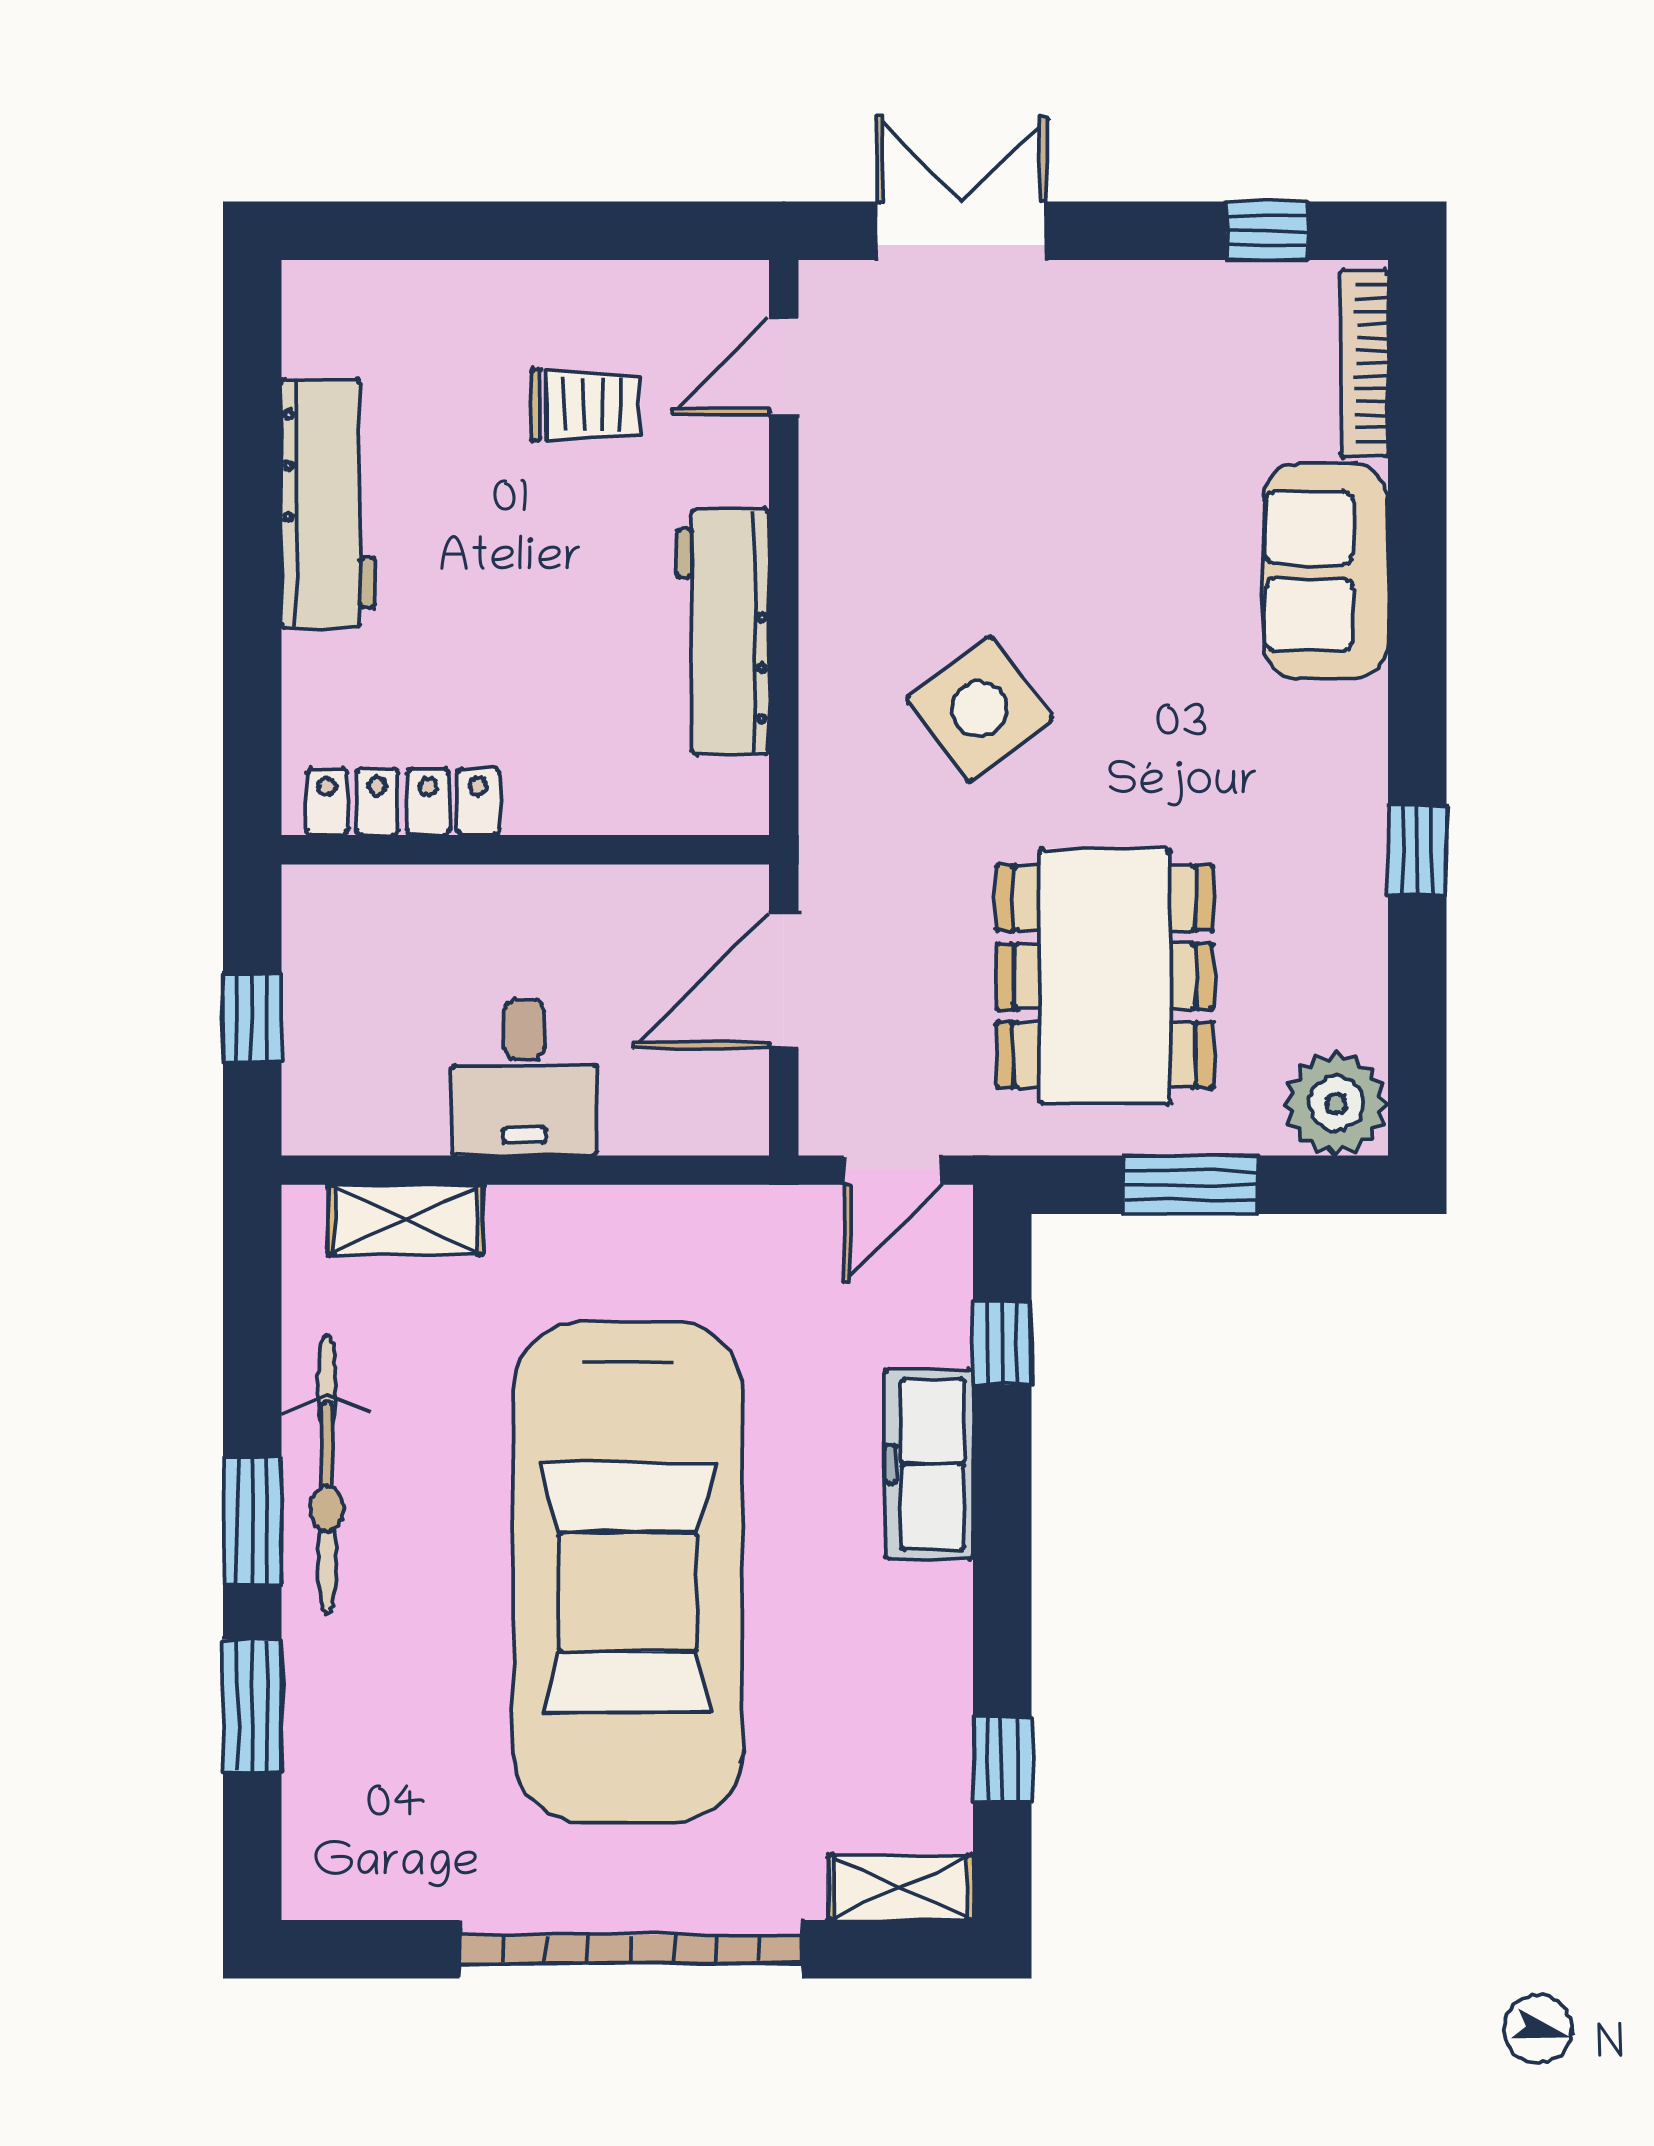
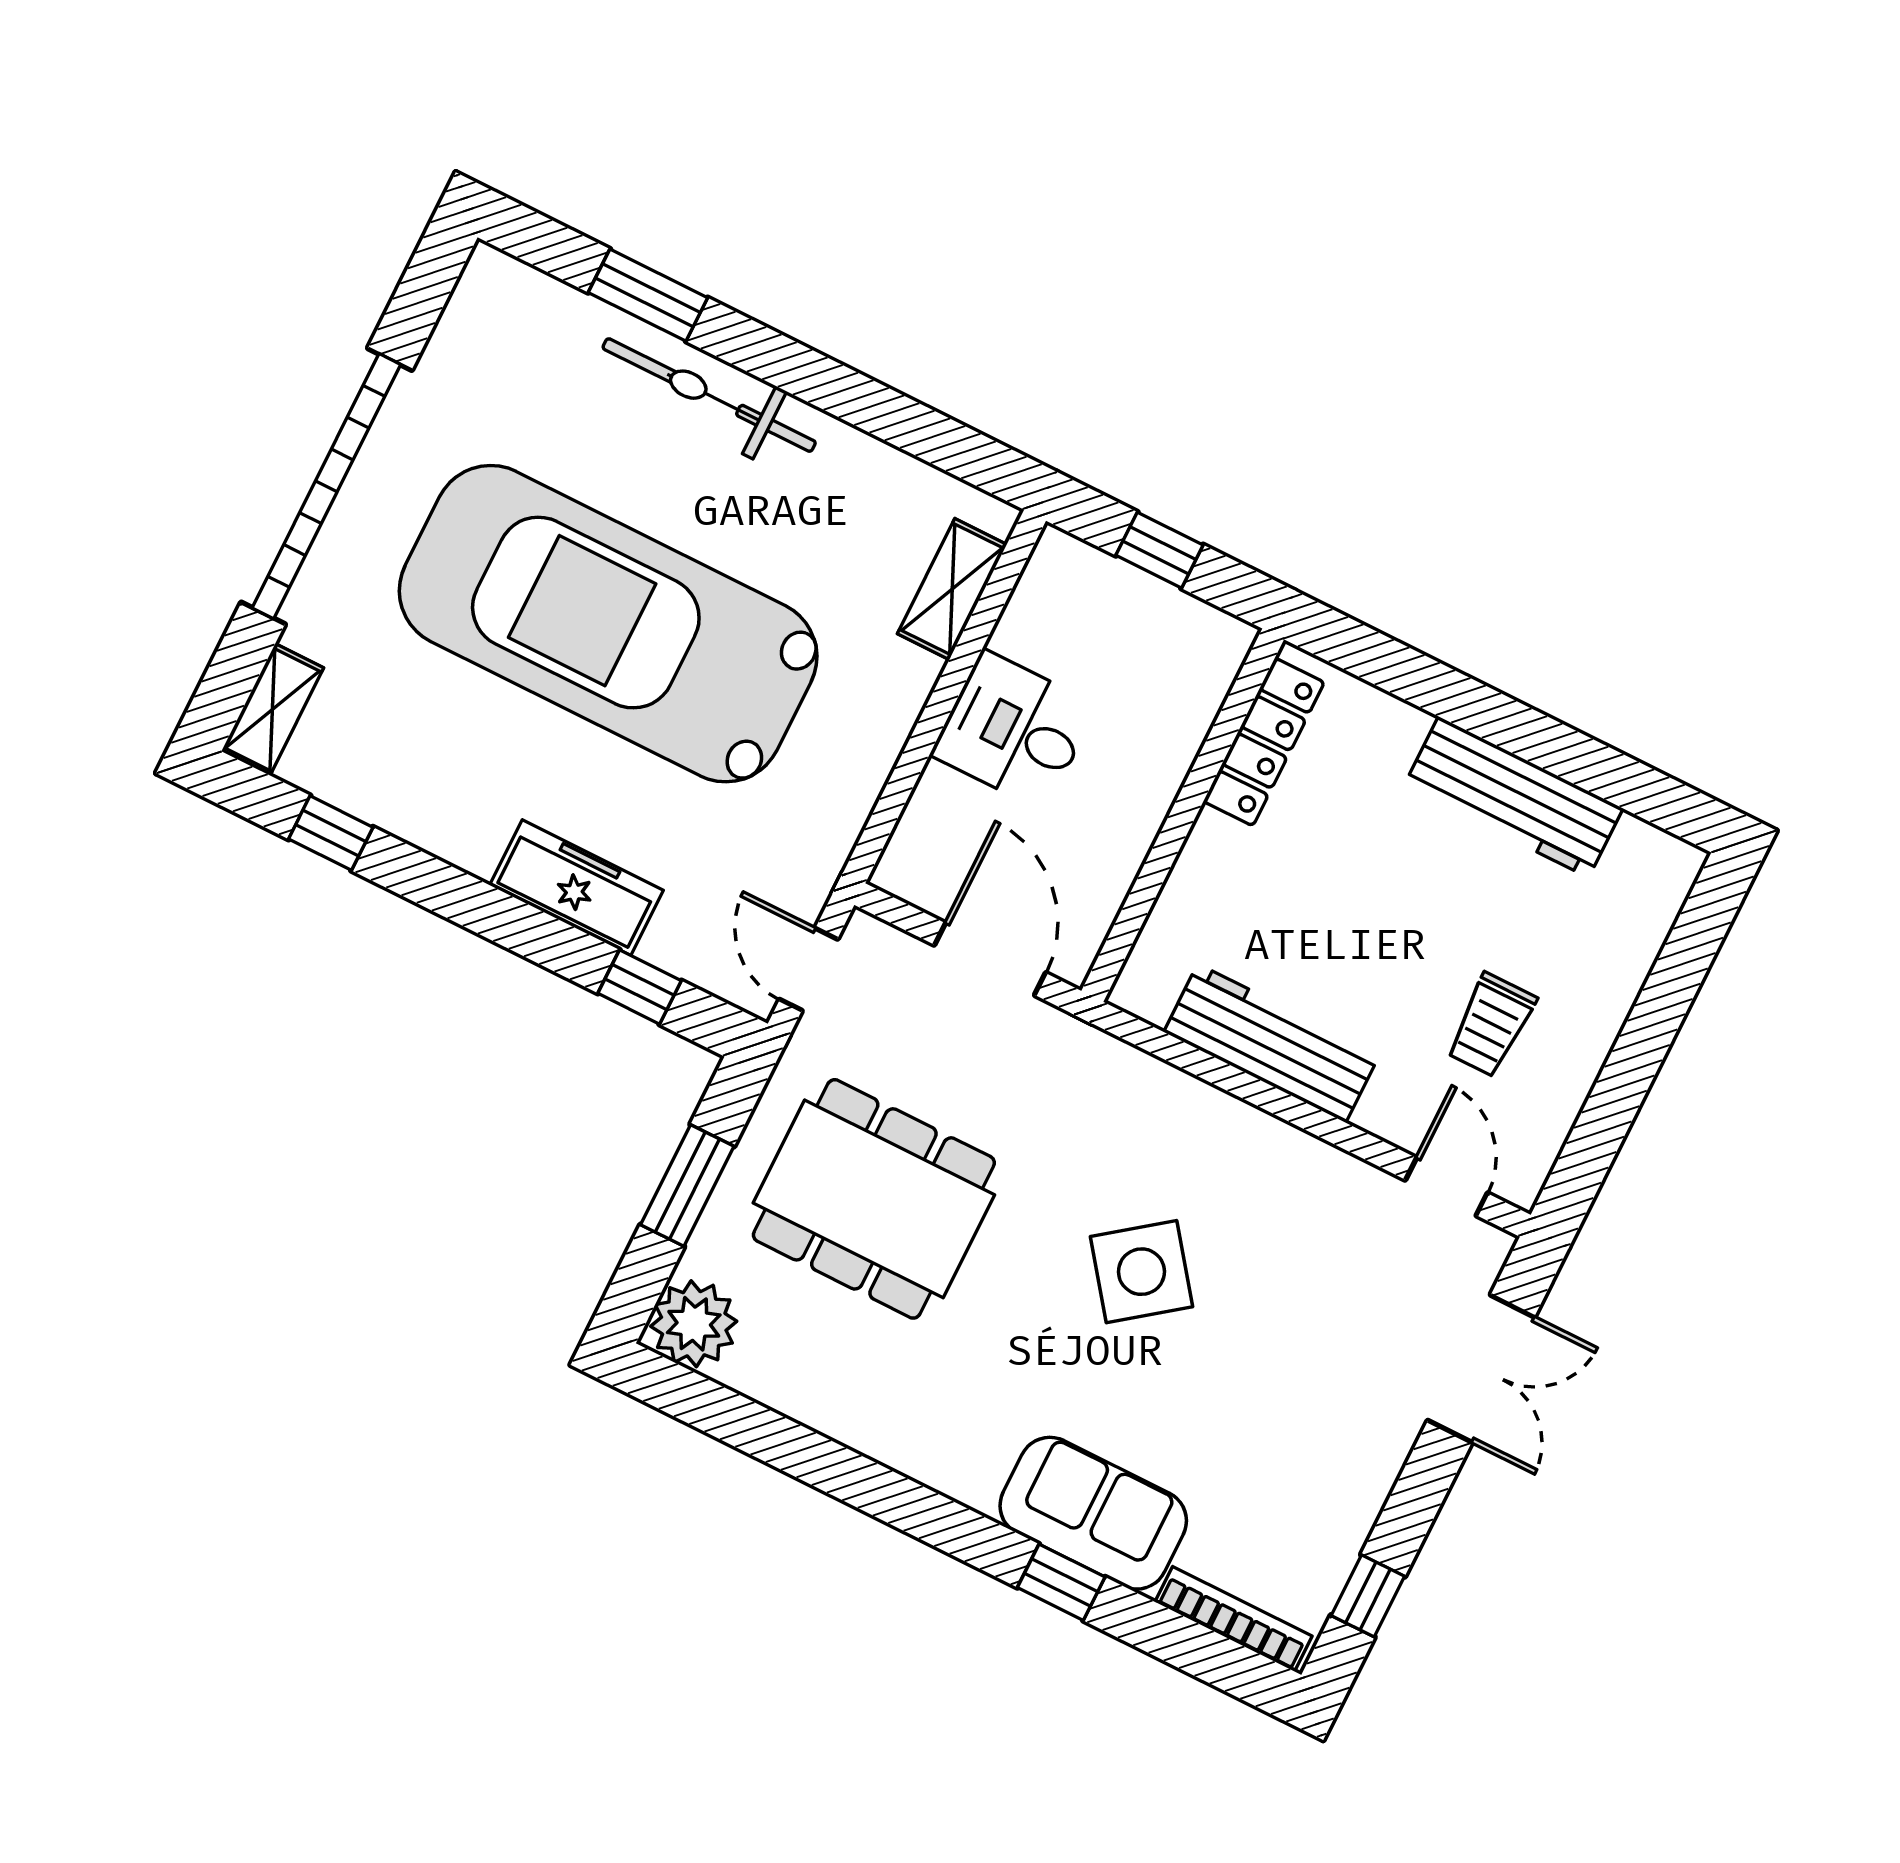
side table: (979, 709) -> (1141, 1272), moved
window: (1417, 850) -> (1061, 1582), moved
bicycle: (327, 1475) -> (709, 395), moved
window: (252, 1521) -> (785, 364), removed

